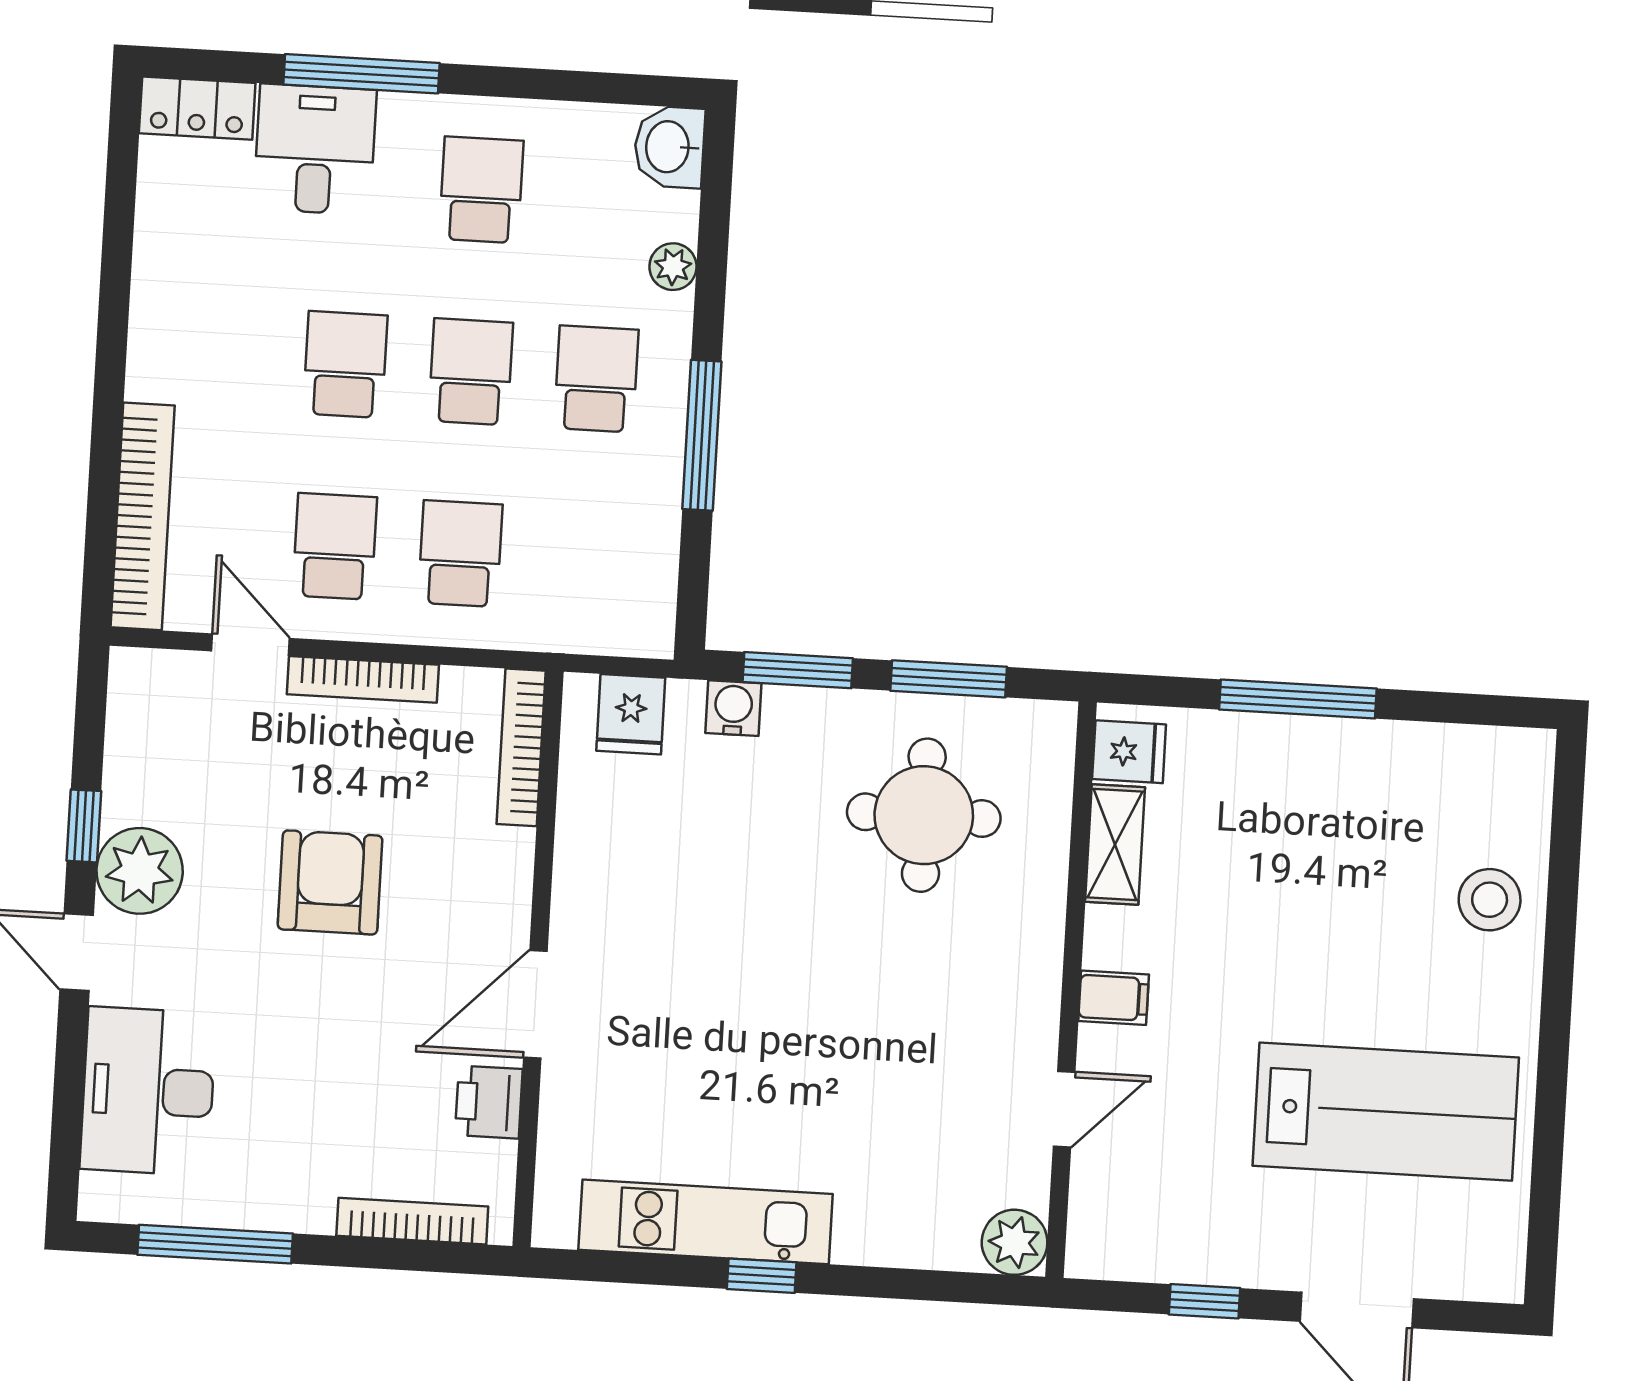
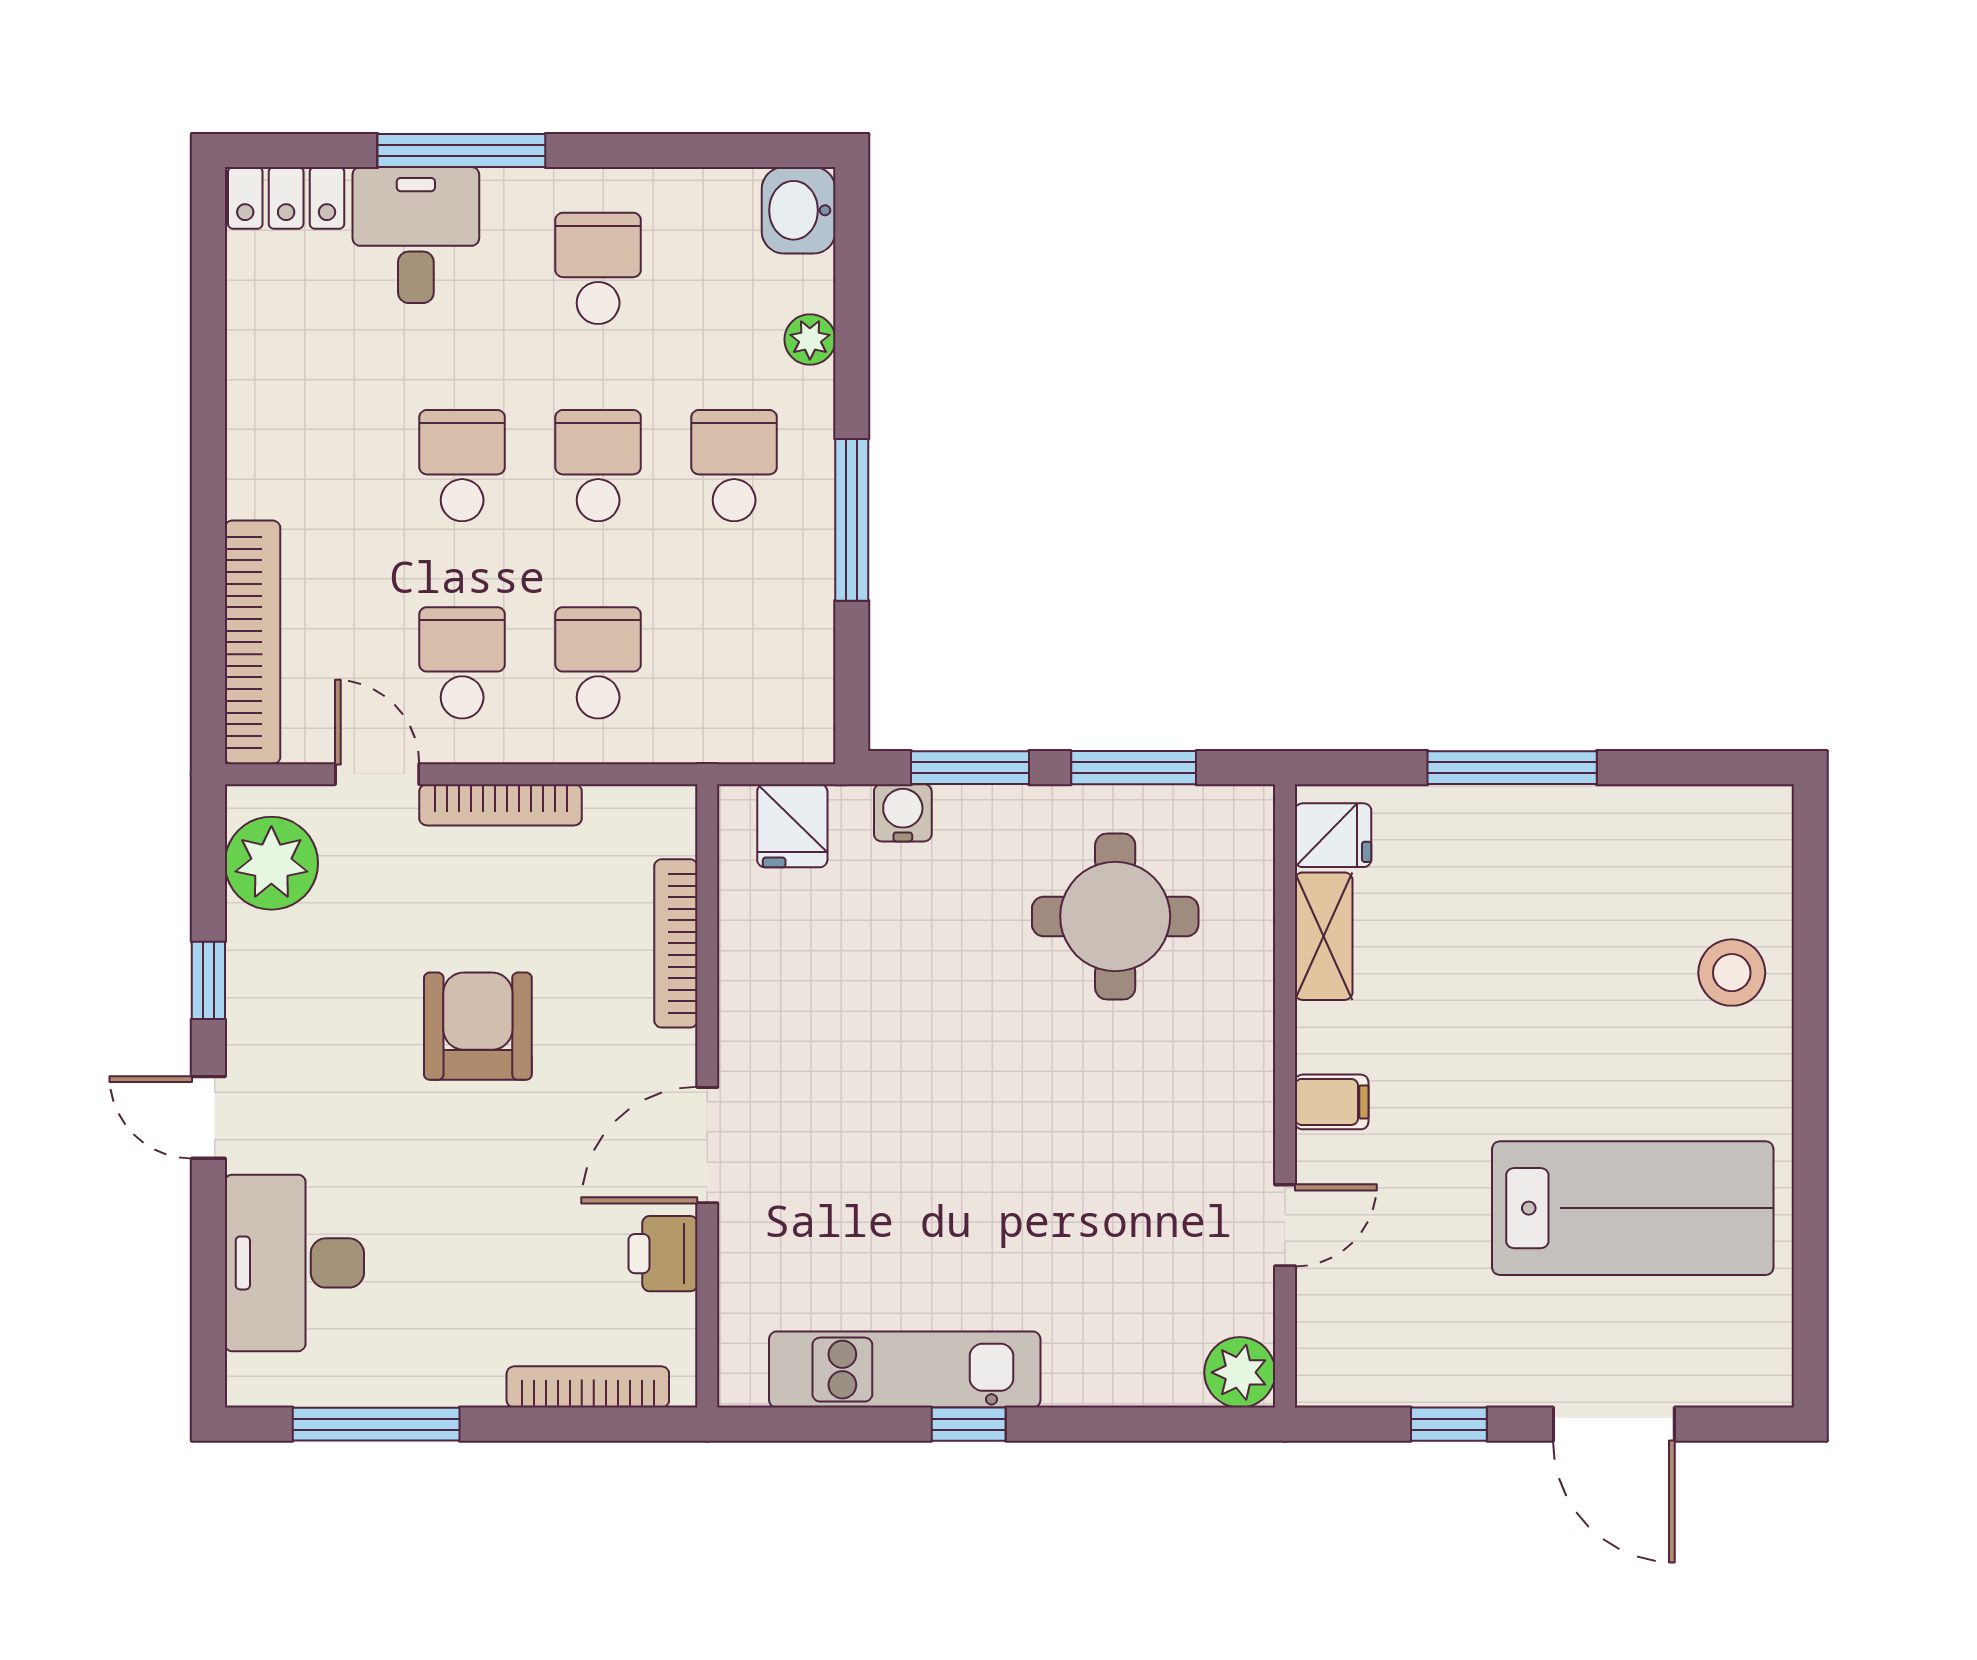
bookcase: (521, 747) -> (676, 943), moved
plant: (140, 871) -> (271, 863), moved

